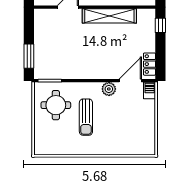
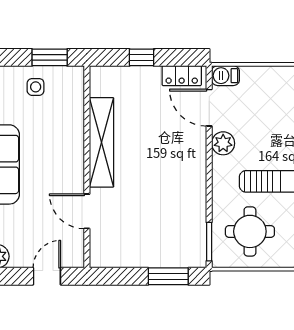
window: (160, 25) -> (142, 57), moved

